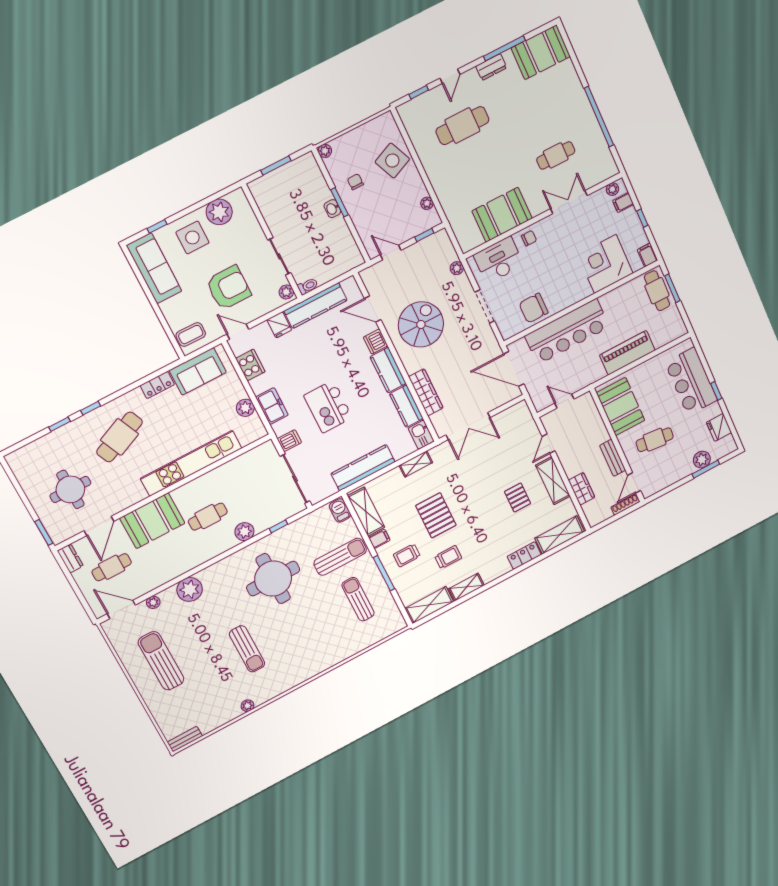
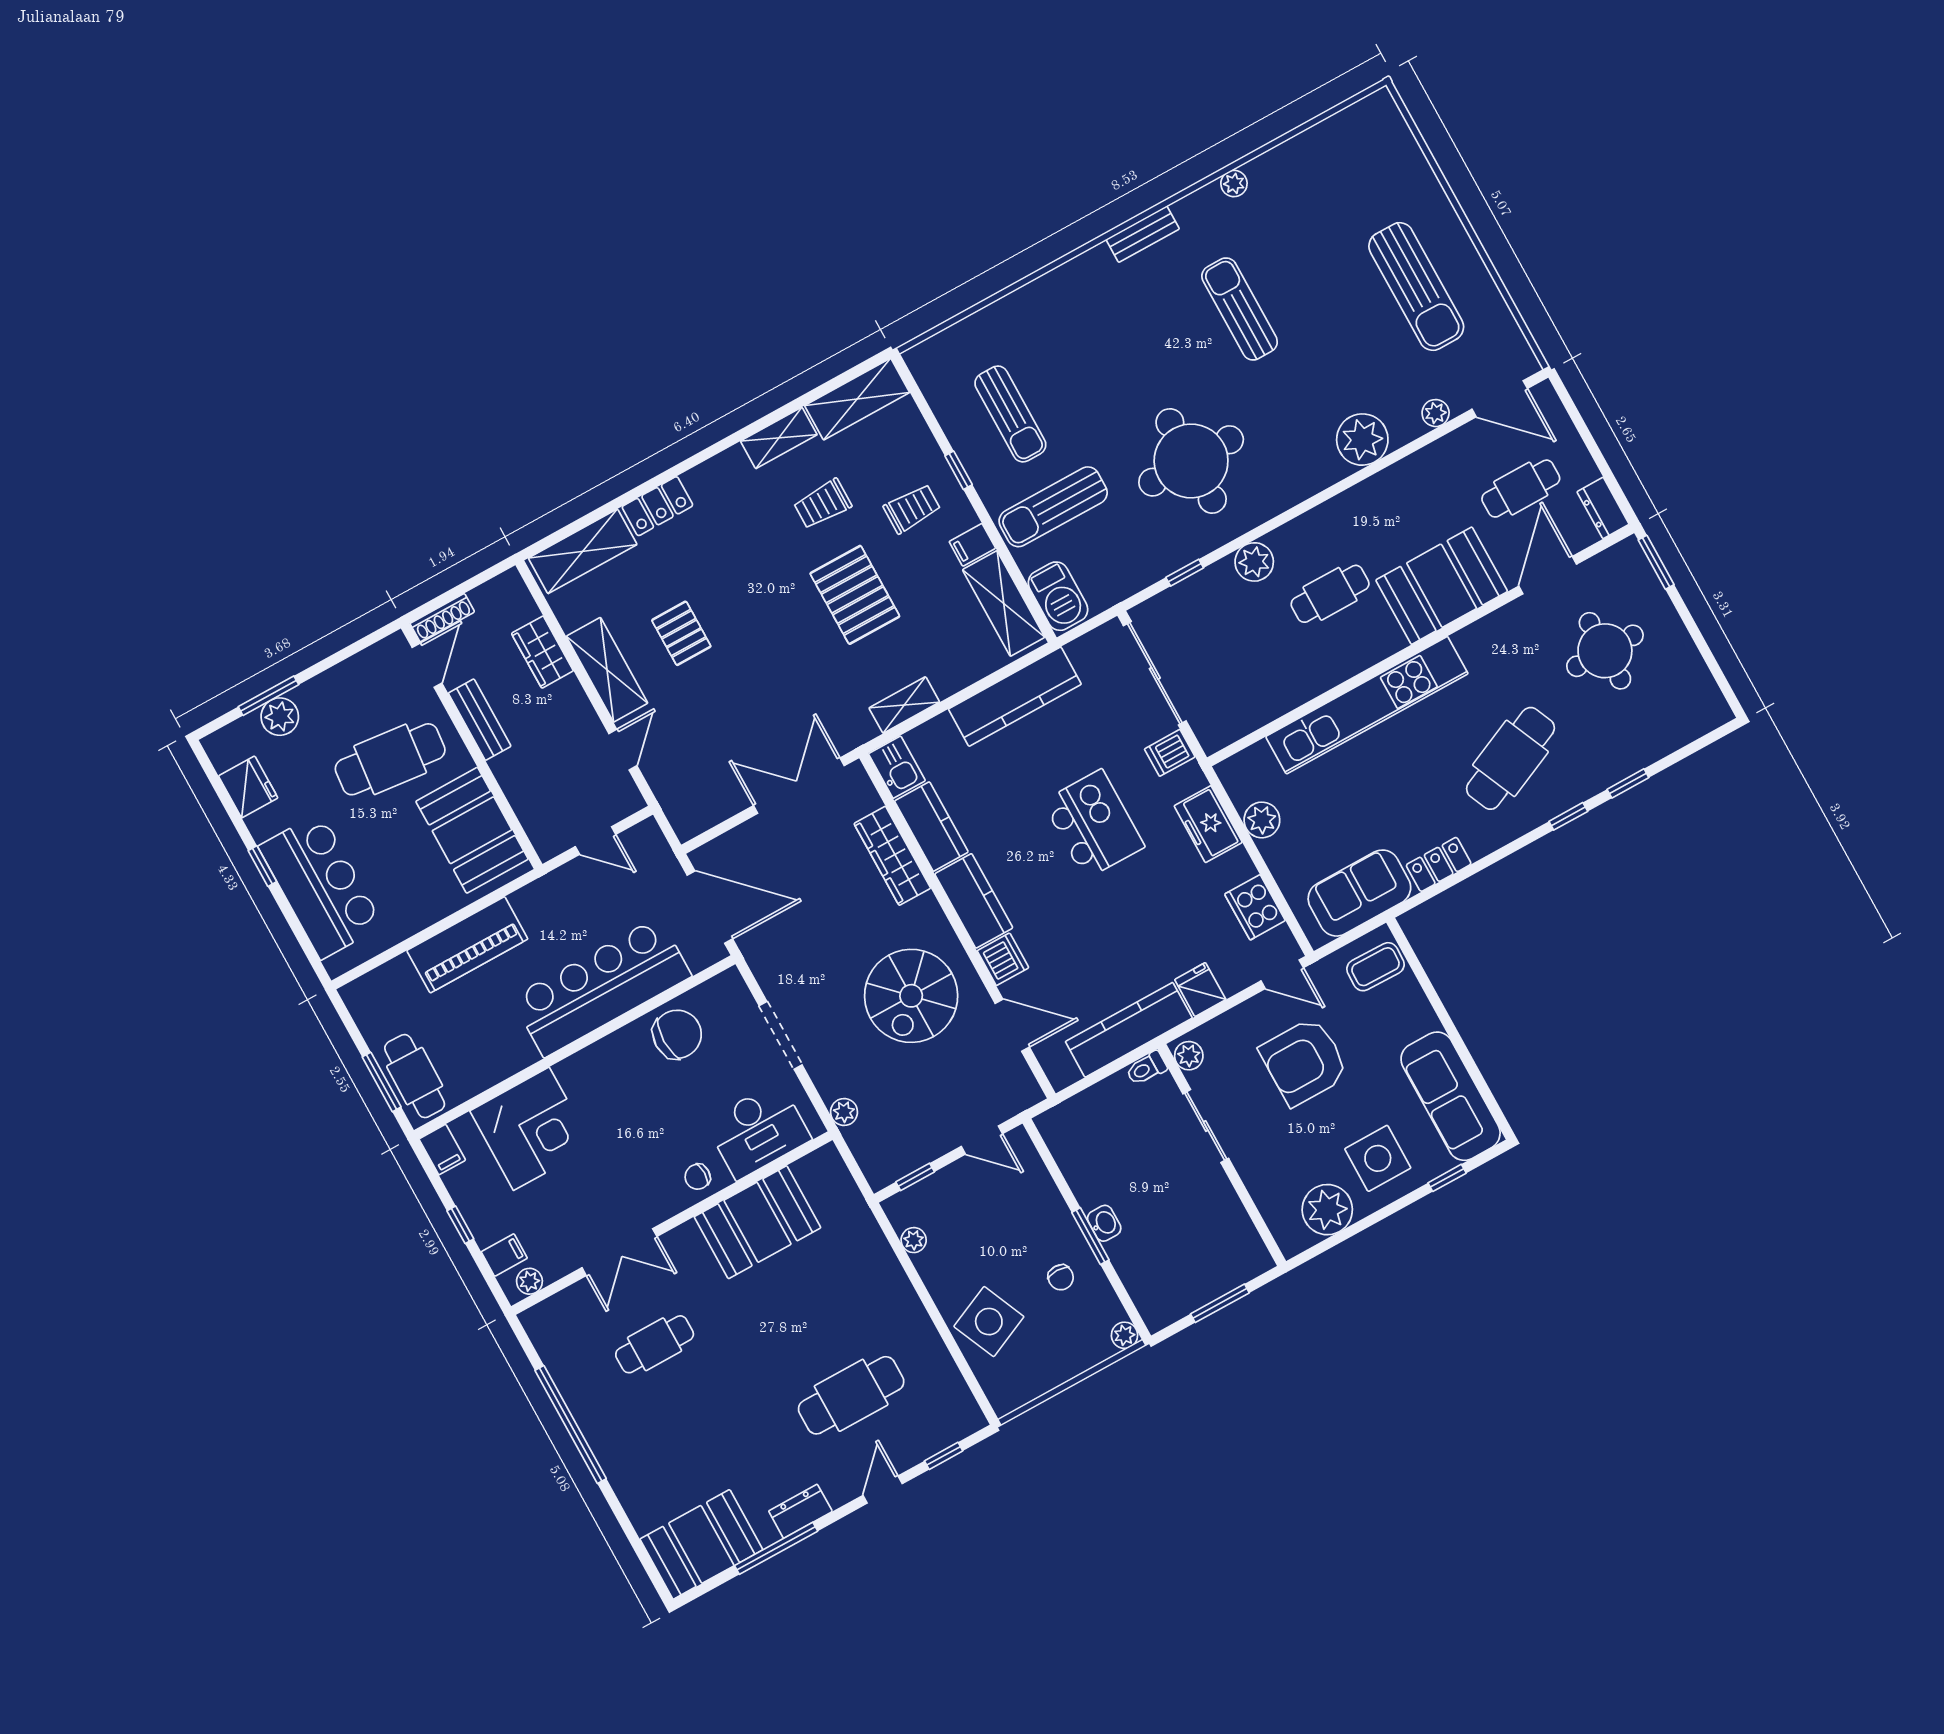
cafe table: (655, 440) -> (390, 759), width x1.37, depth x1.35
barbecue: (340, 510) -> (1058, 596), width x1.38, depth x1.27
window: (384, 573) -> (959, 470), width x0.46
bench: (185, 739) -> (1143, 234), moved

